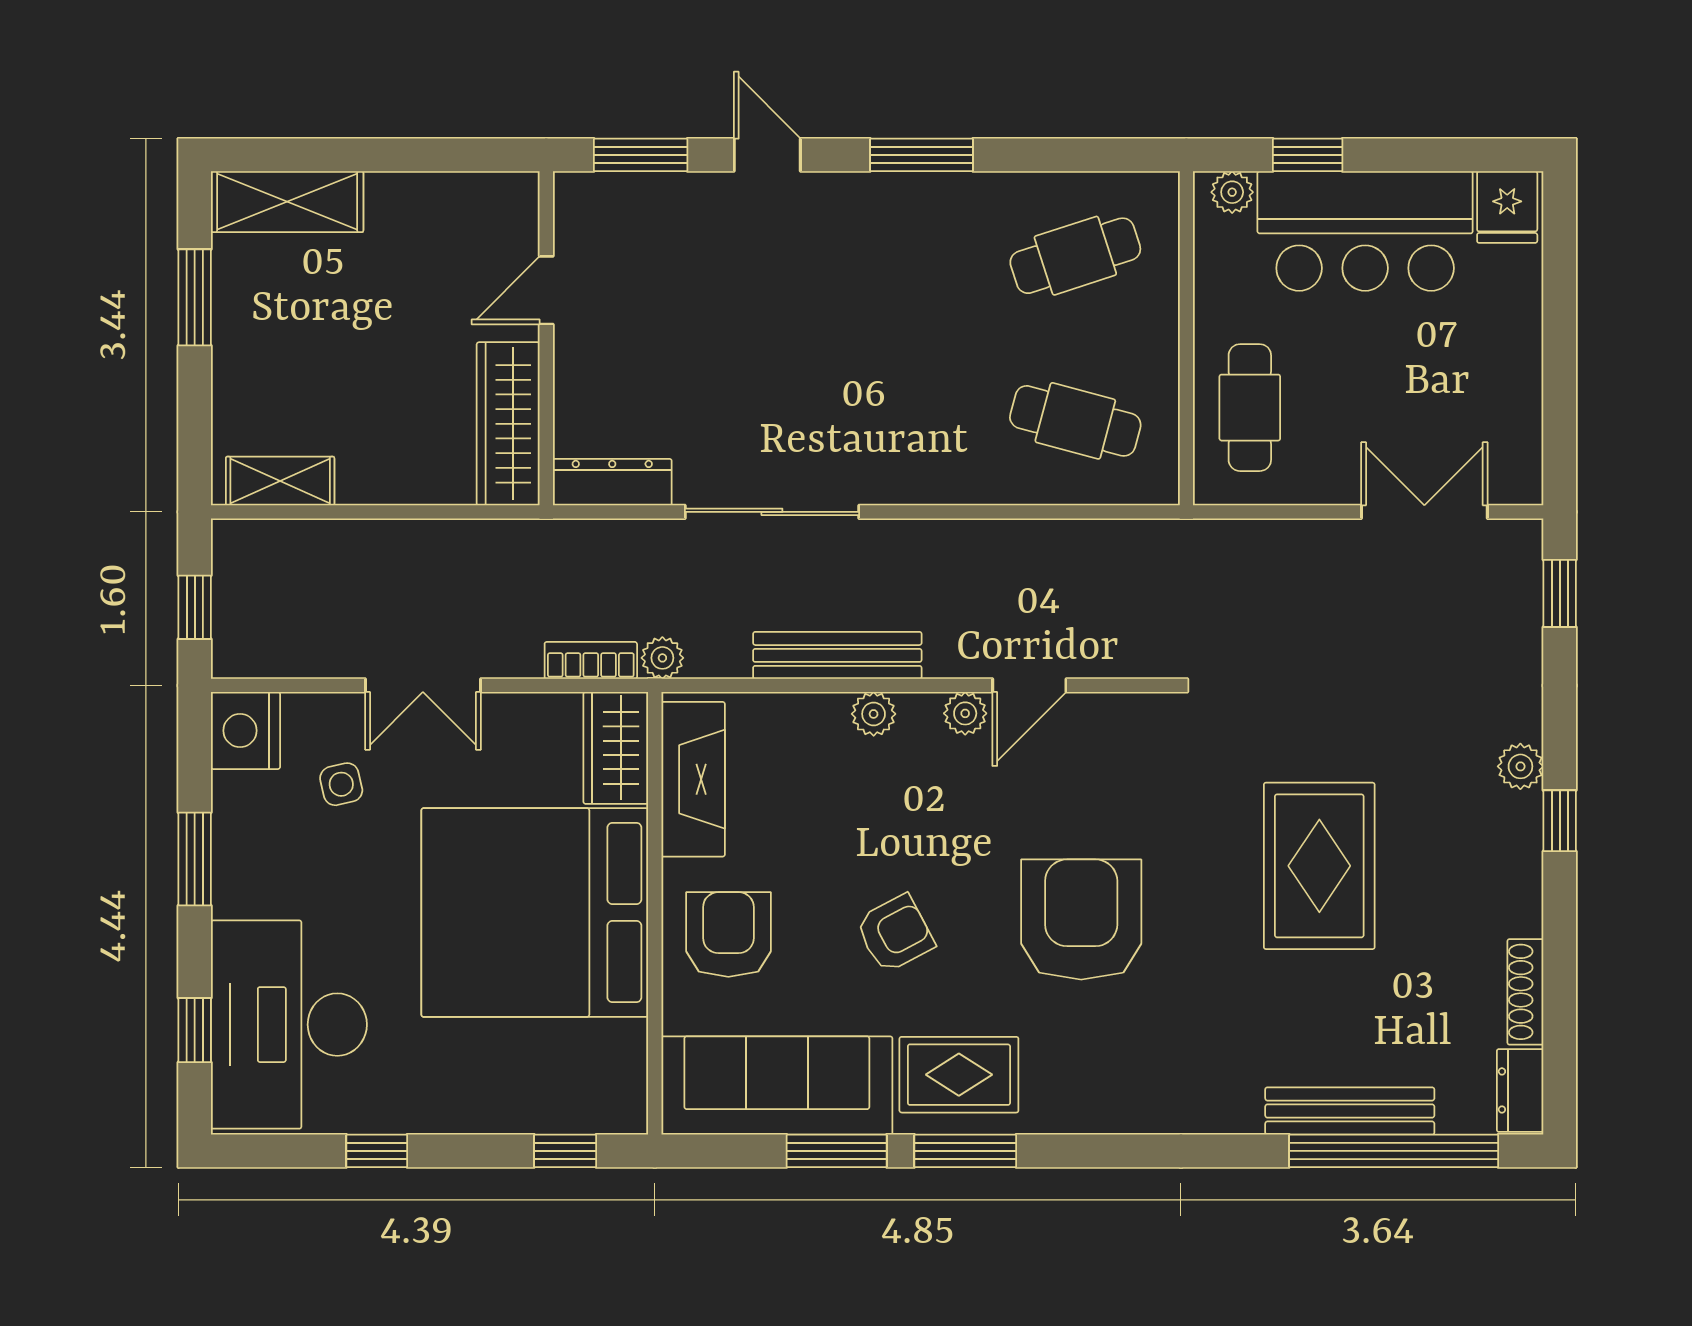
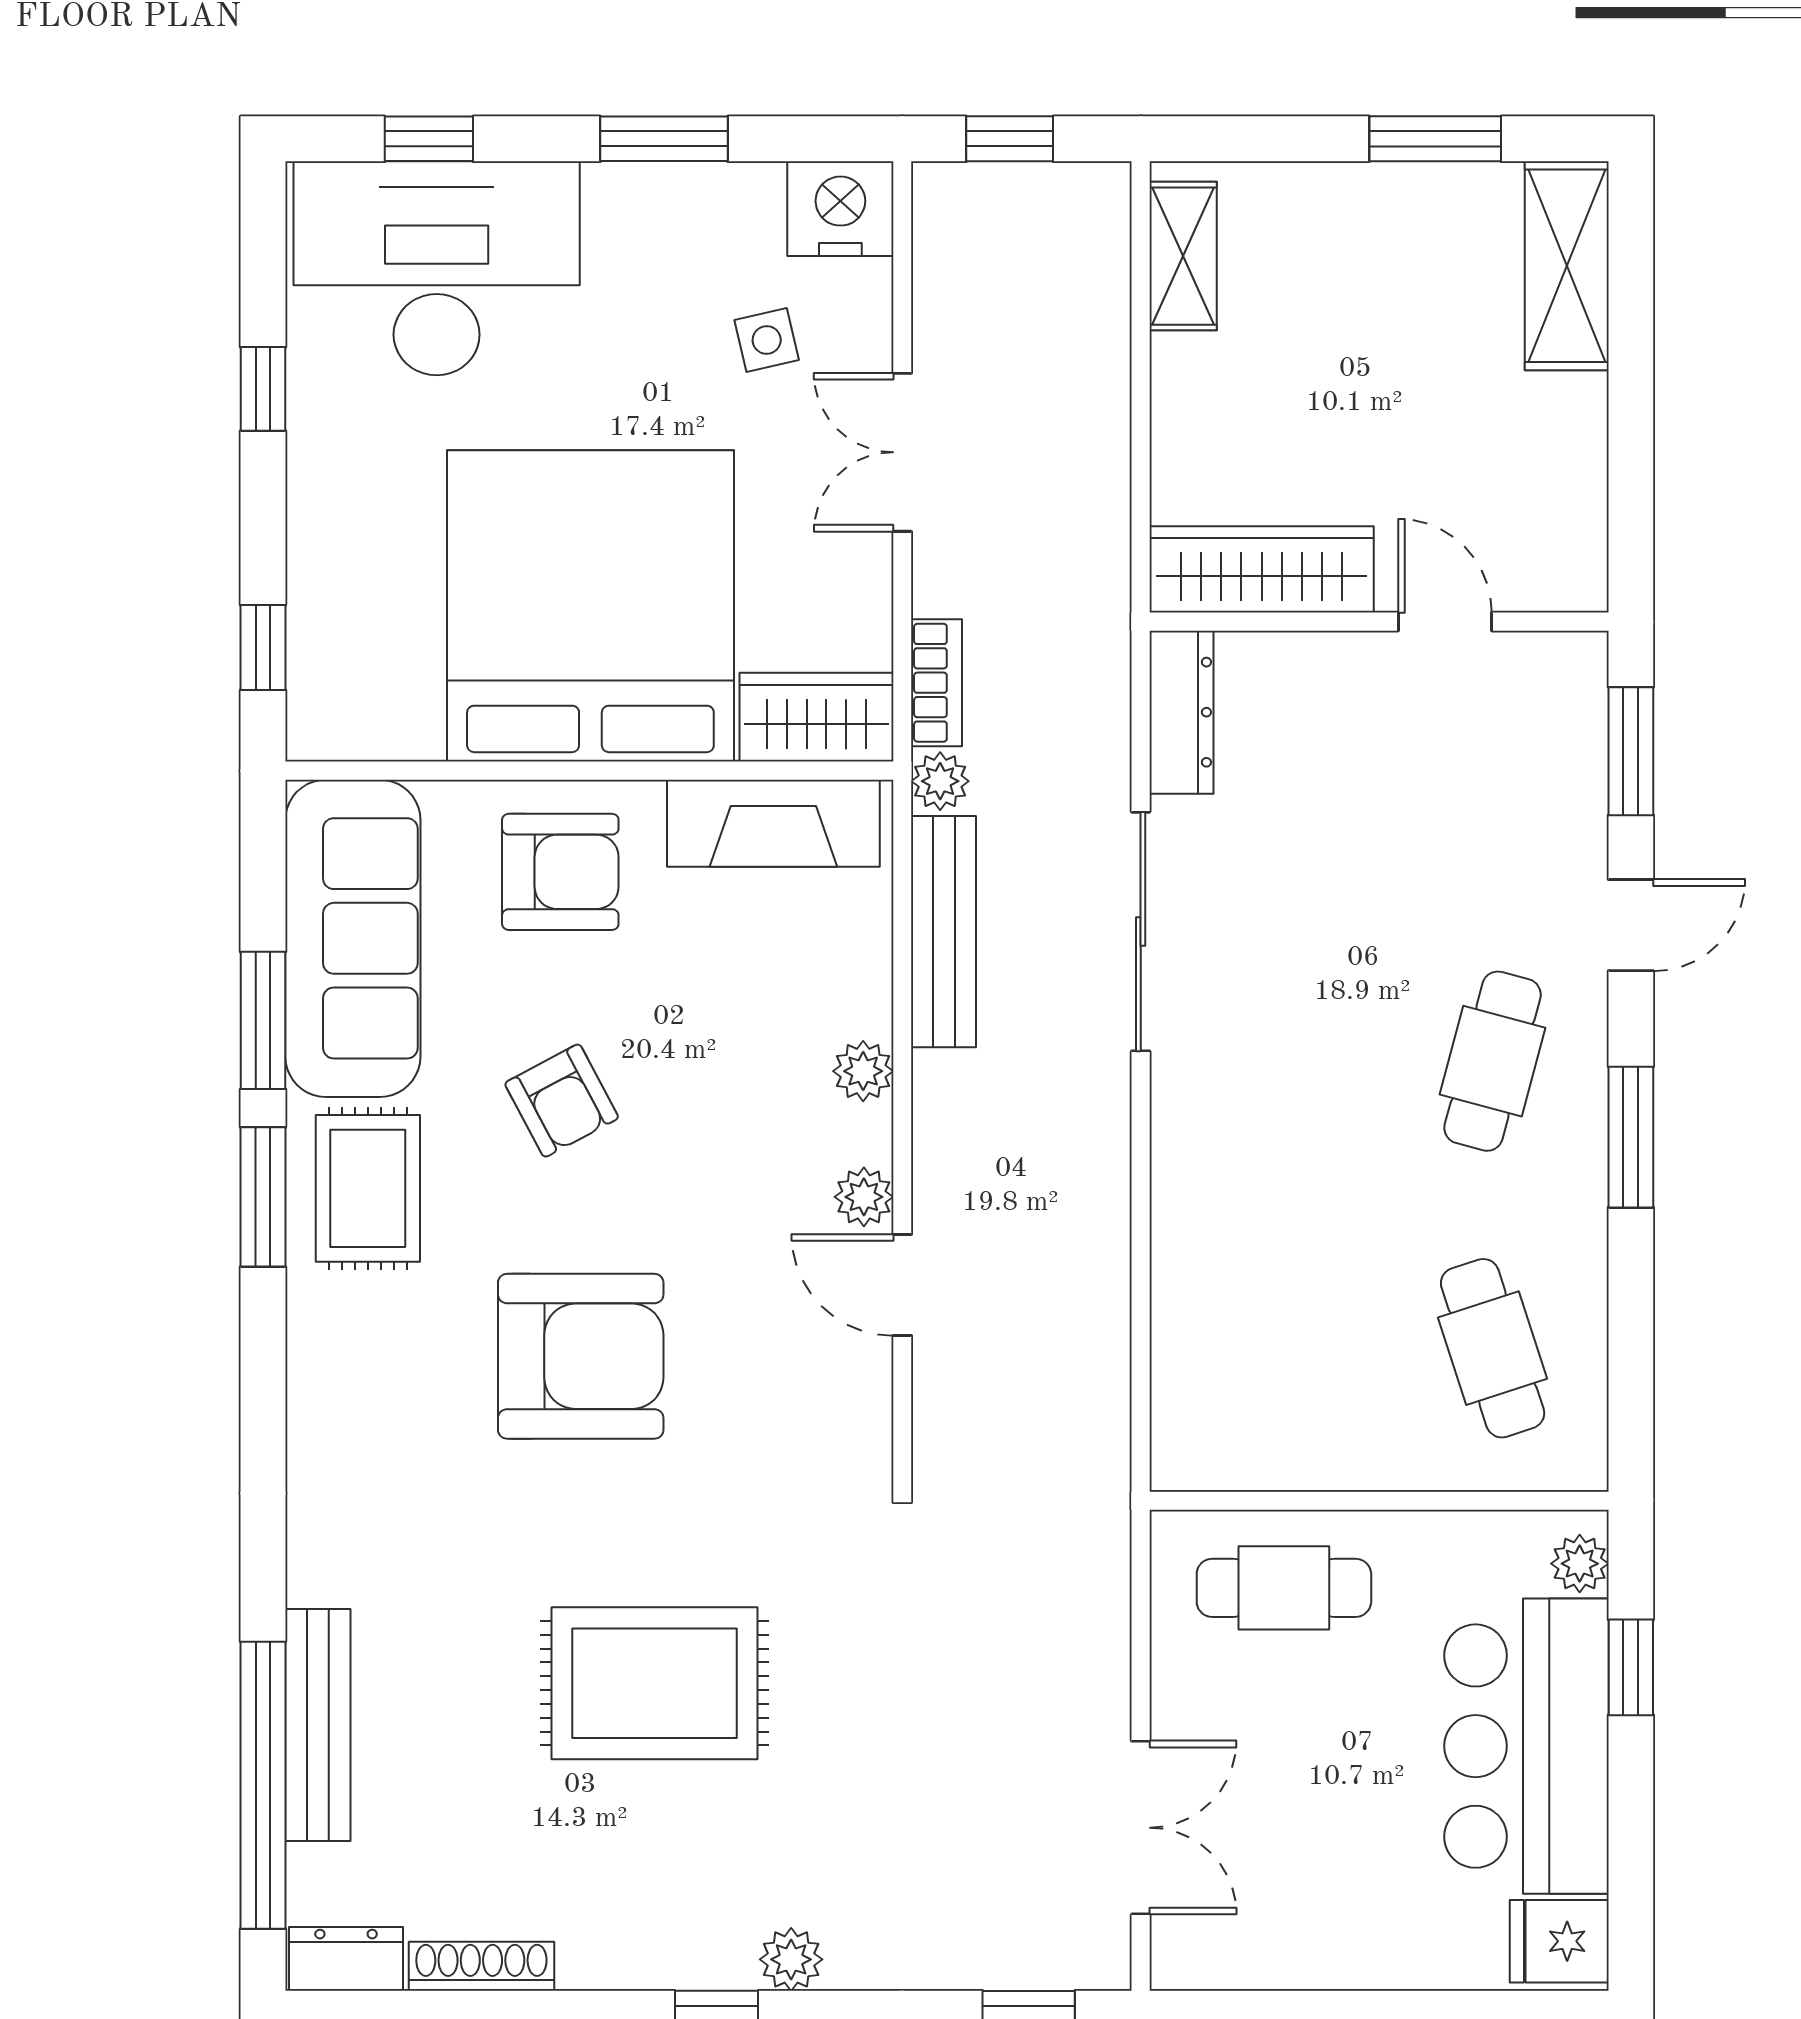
cafe table: (1075, 421) -> (1493, 1061), moved
bench: (837, 655) -> (944, 932), moved

